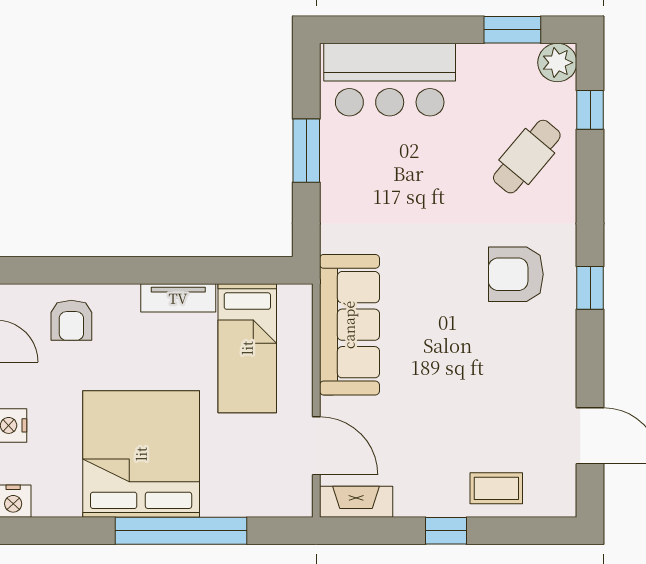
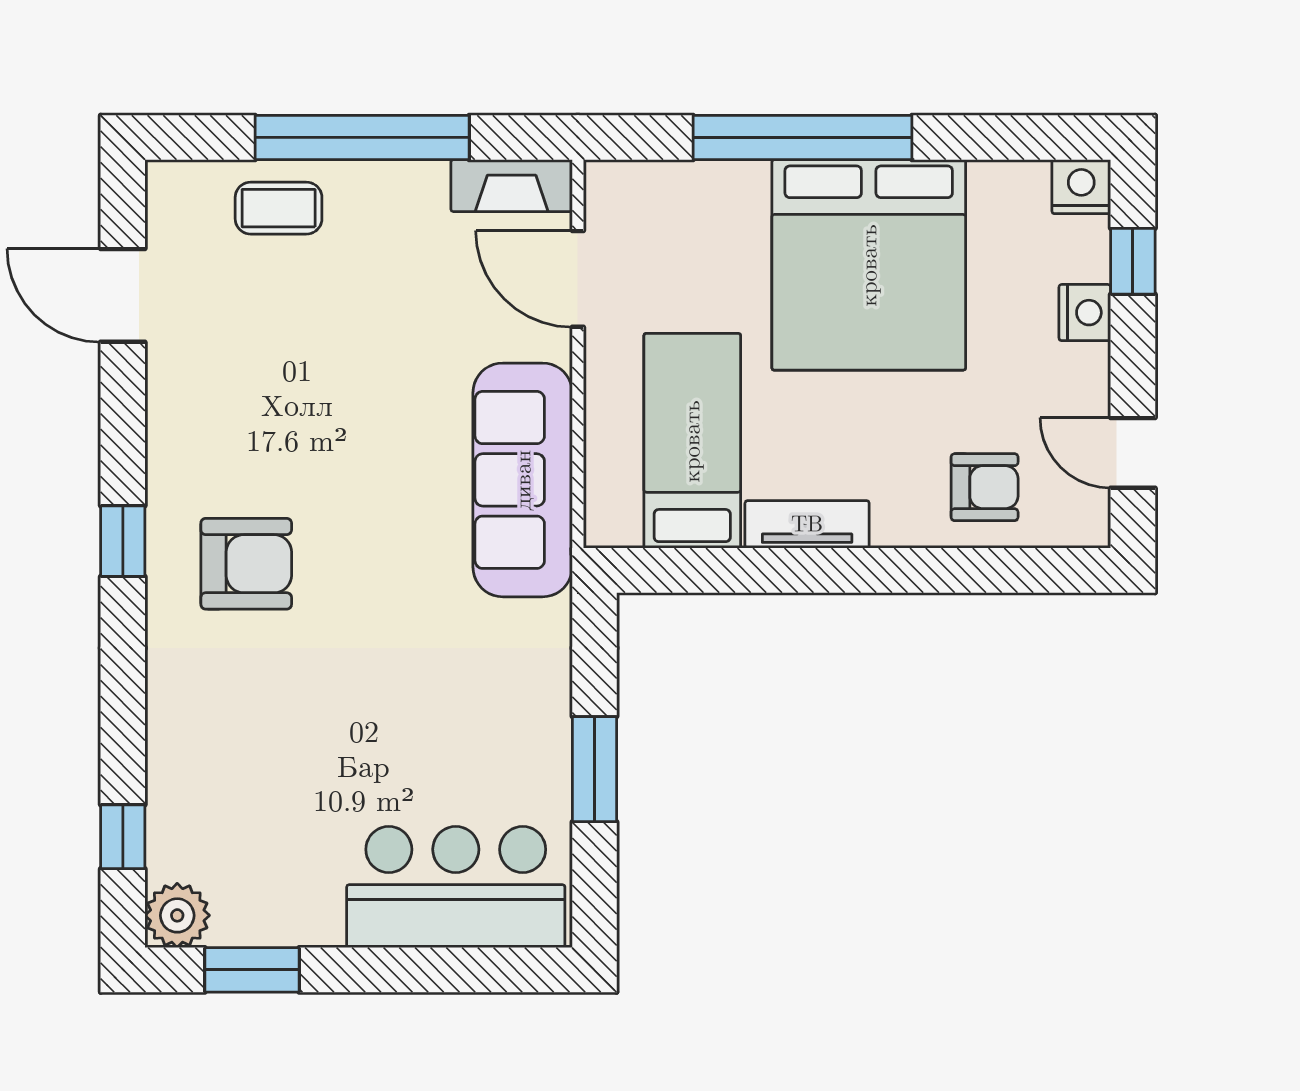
cafe table: (527, 157) -> (228, 759), removed
armchair: (71, 320) -> (985, 487), turned 90
window: (446, 531) -> (362, 137), width x3.17

